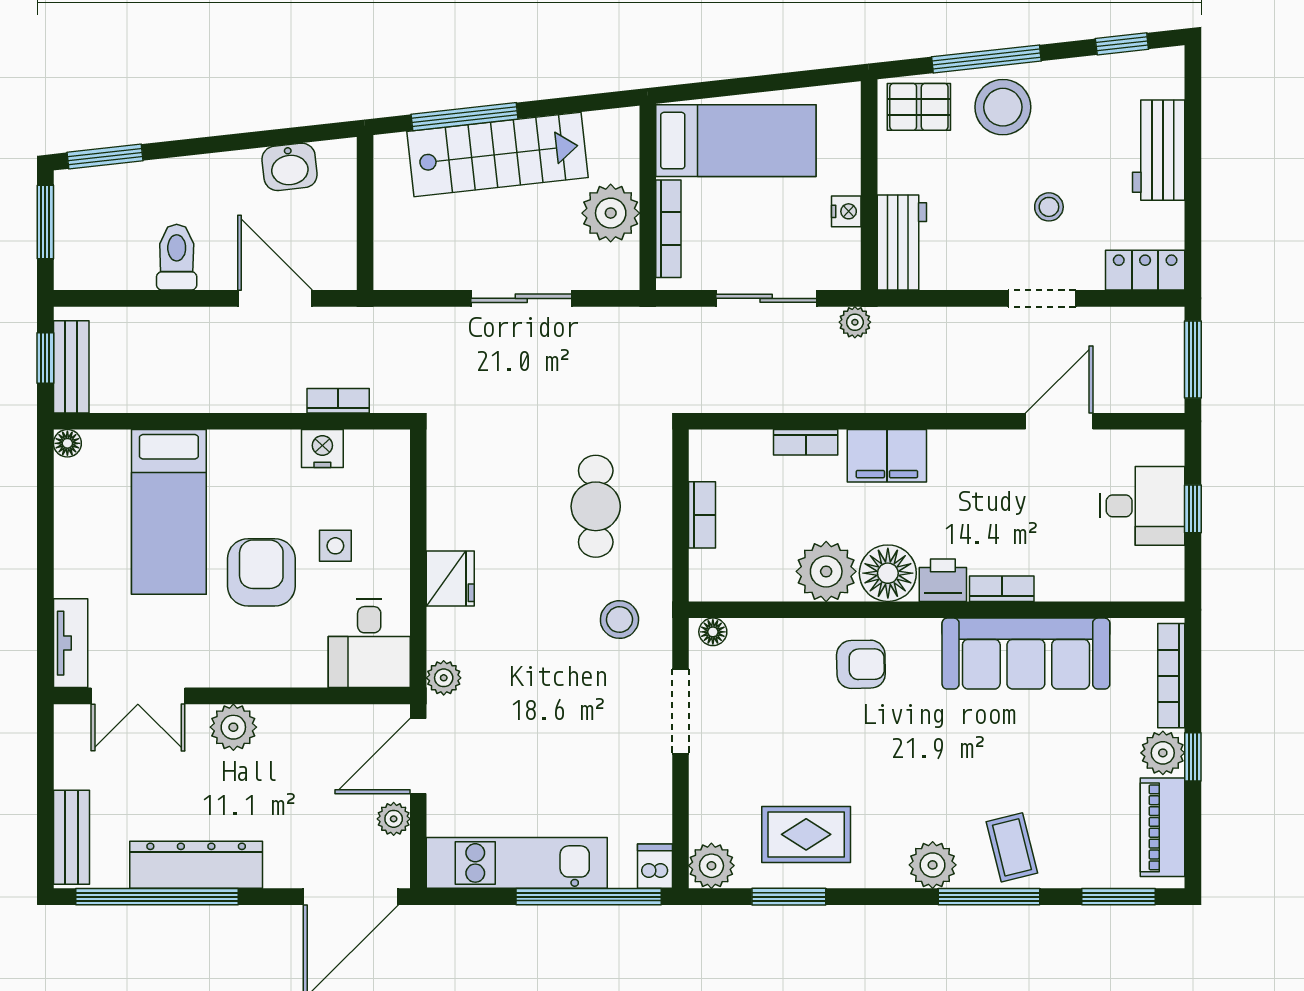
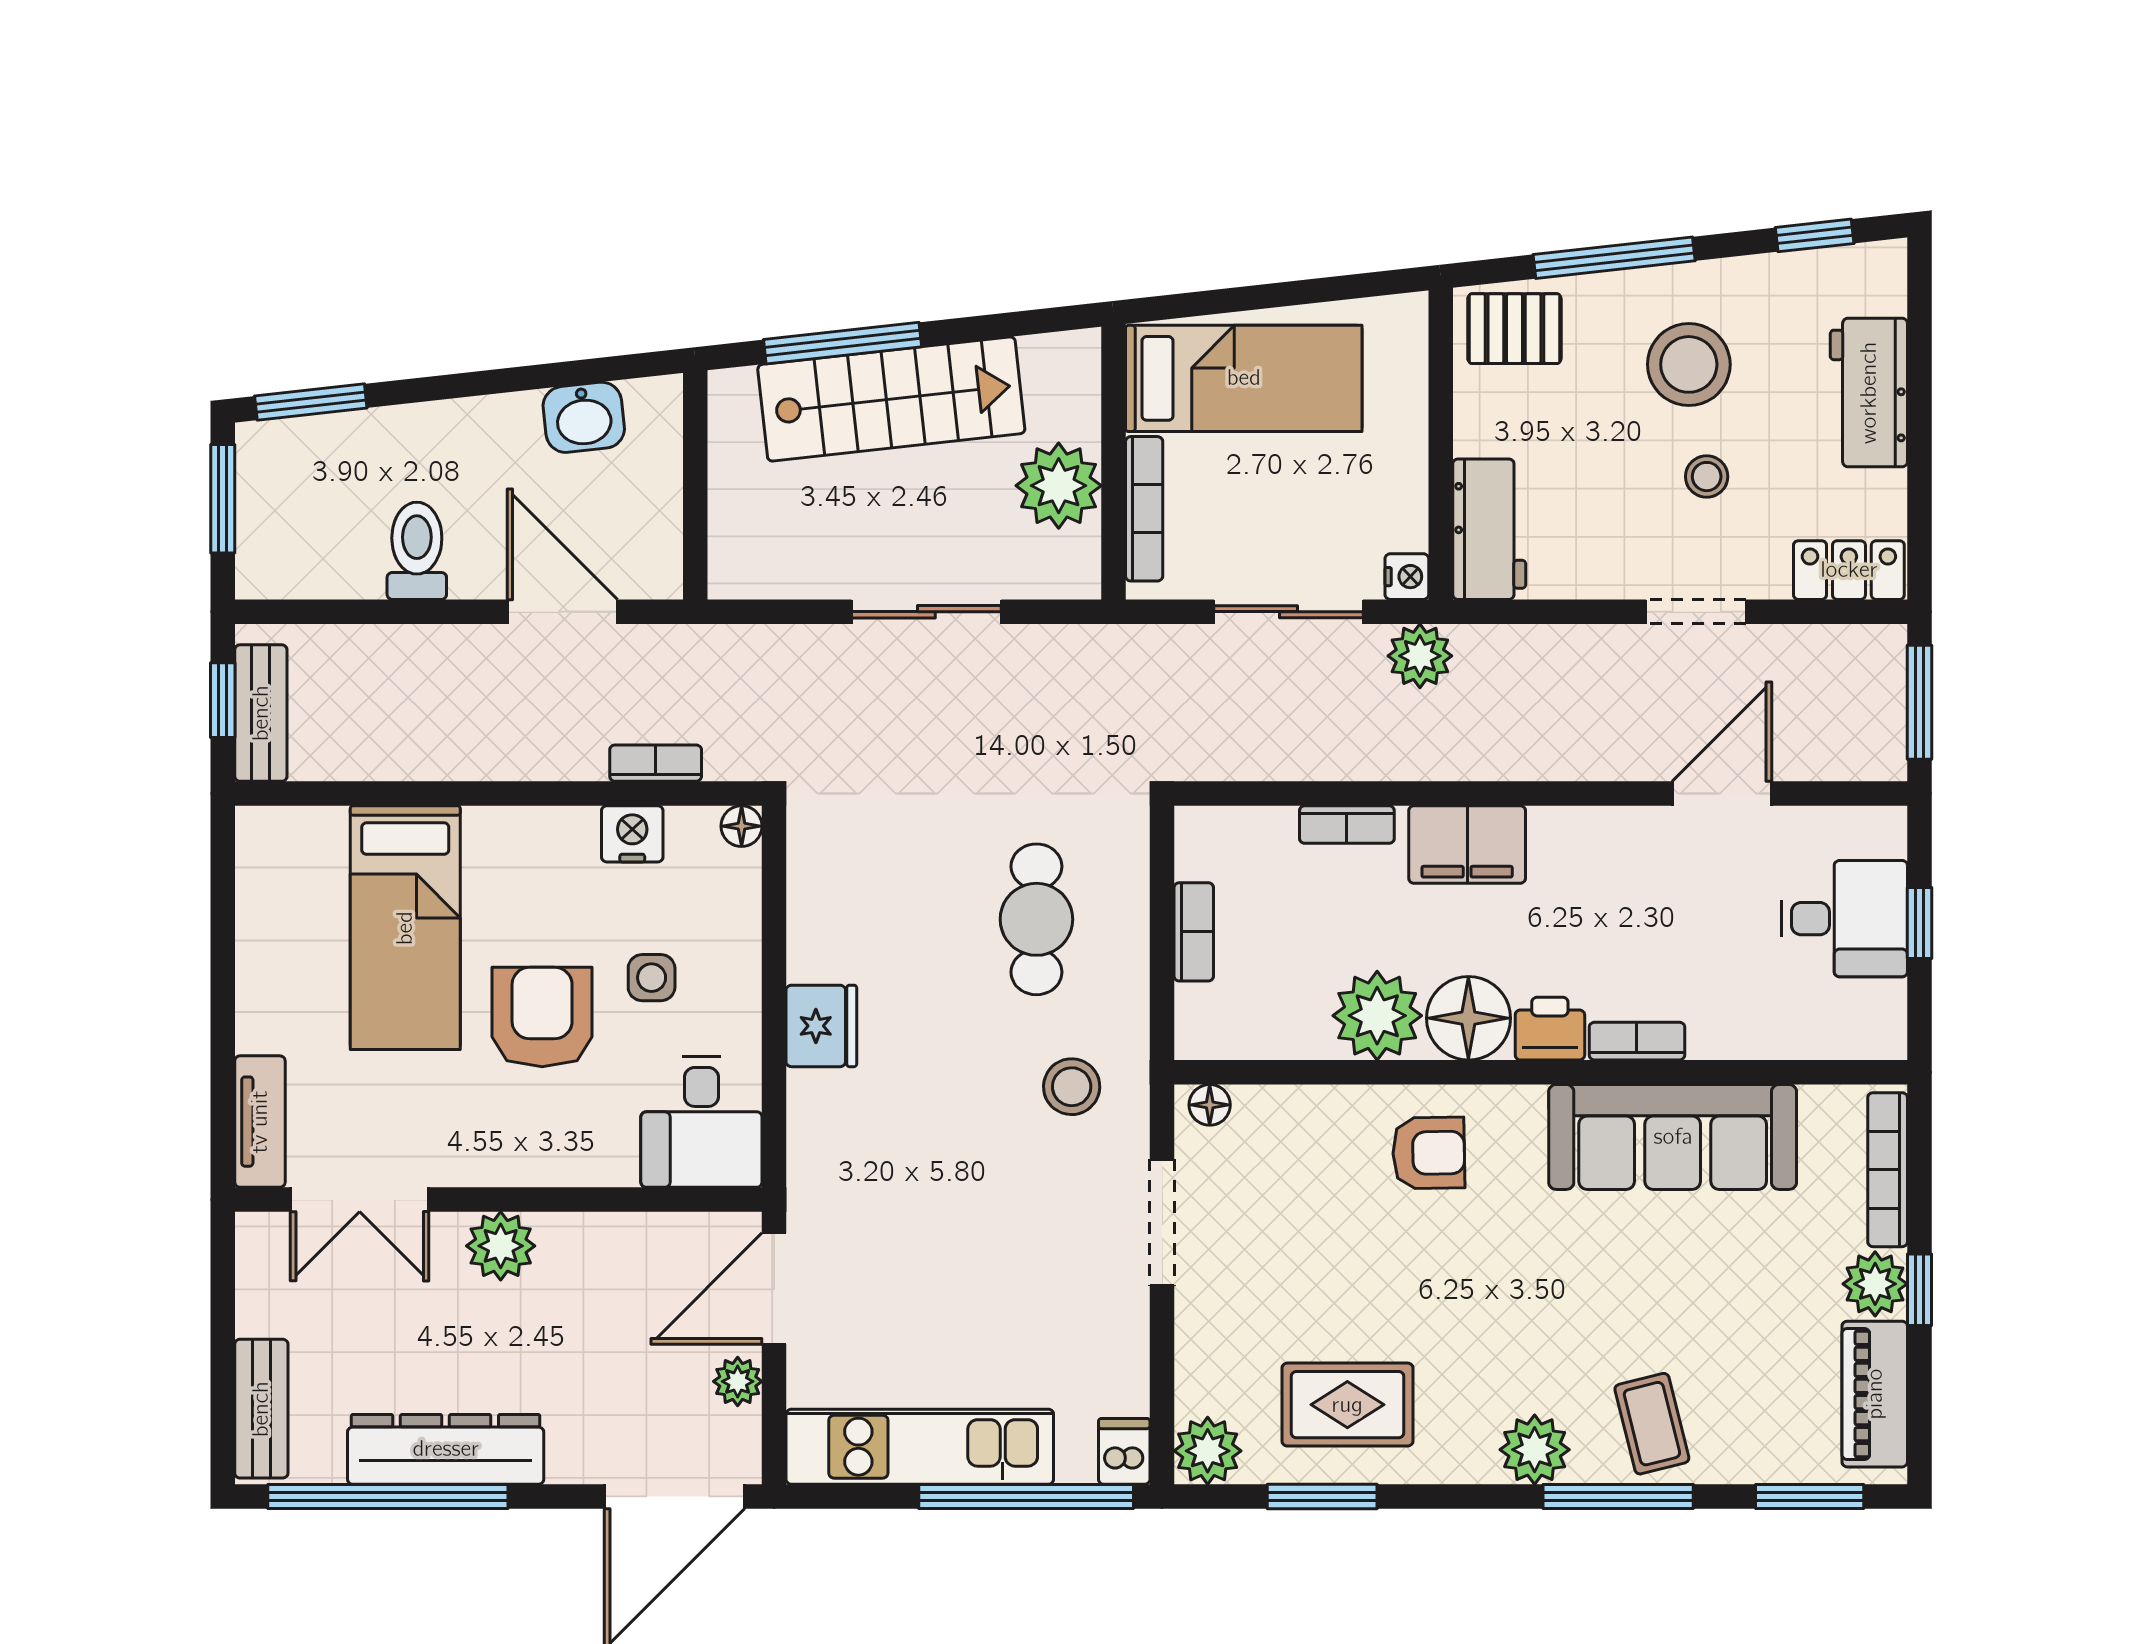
stool: (1003, 107) -> (1689, 364), moved
nightstand: (846, 211) -> (1407, 577), moved
plant: (855, 322) -> (1420, 656), width x1.38, depth x1.38
floor lamp: (67, 443) -> (742, 826), moved
plant: (444, 678) -> (812, 1173), removed

